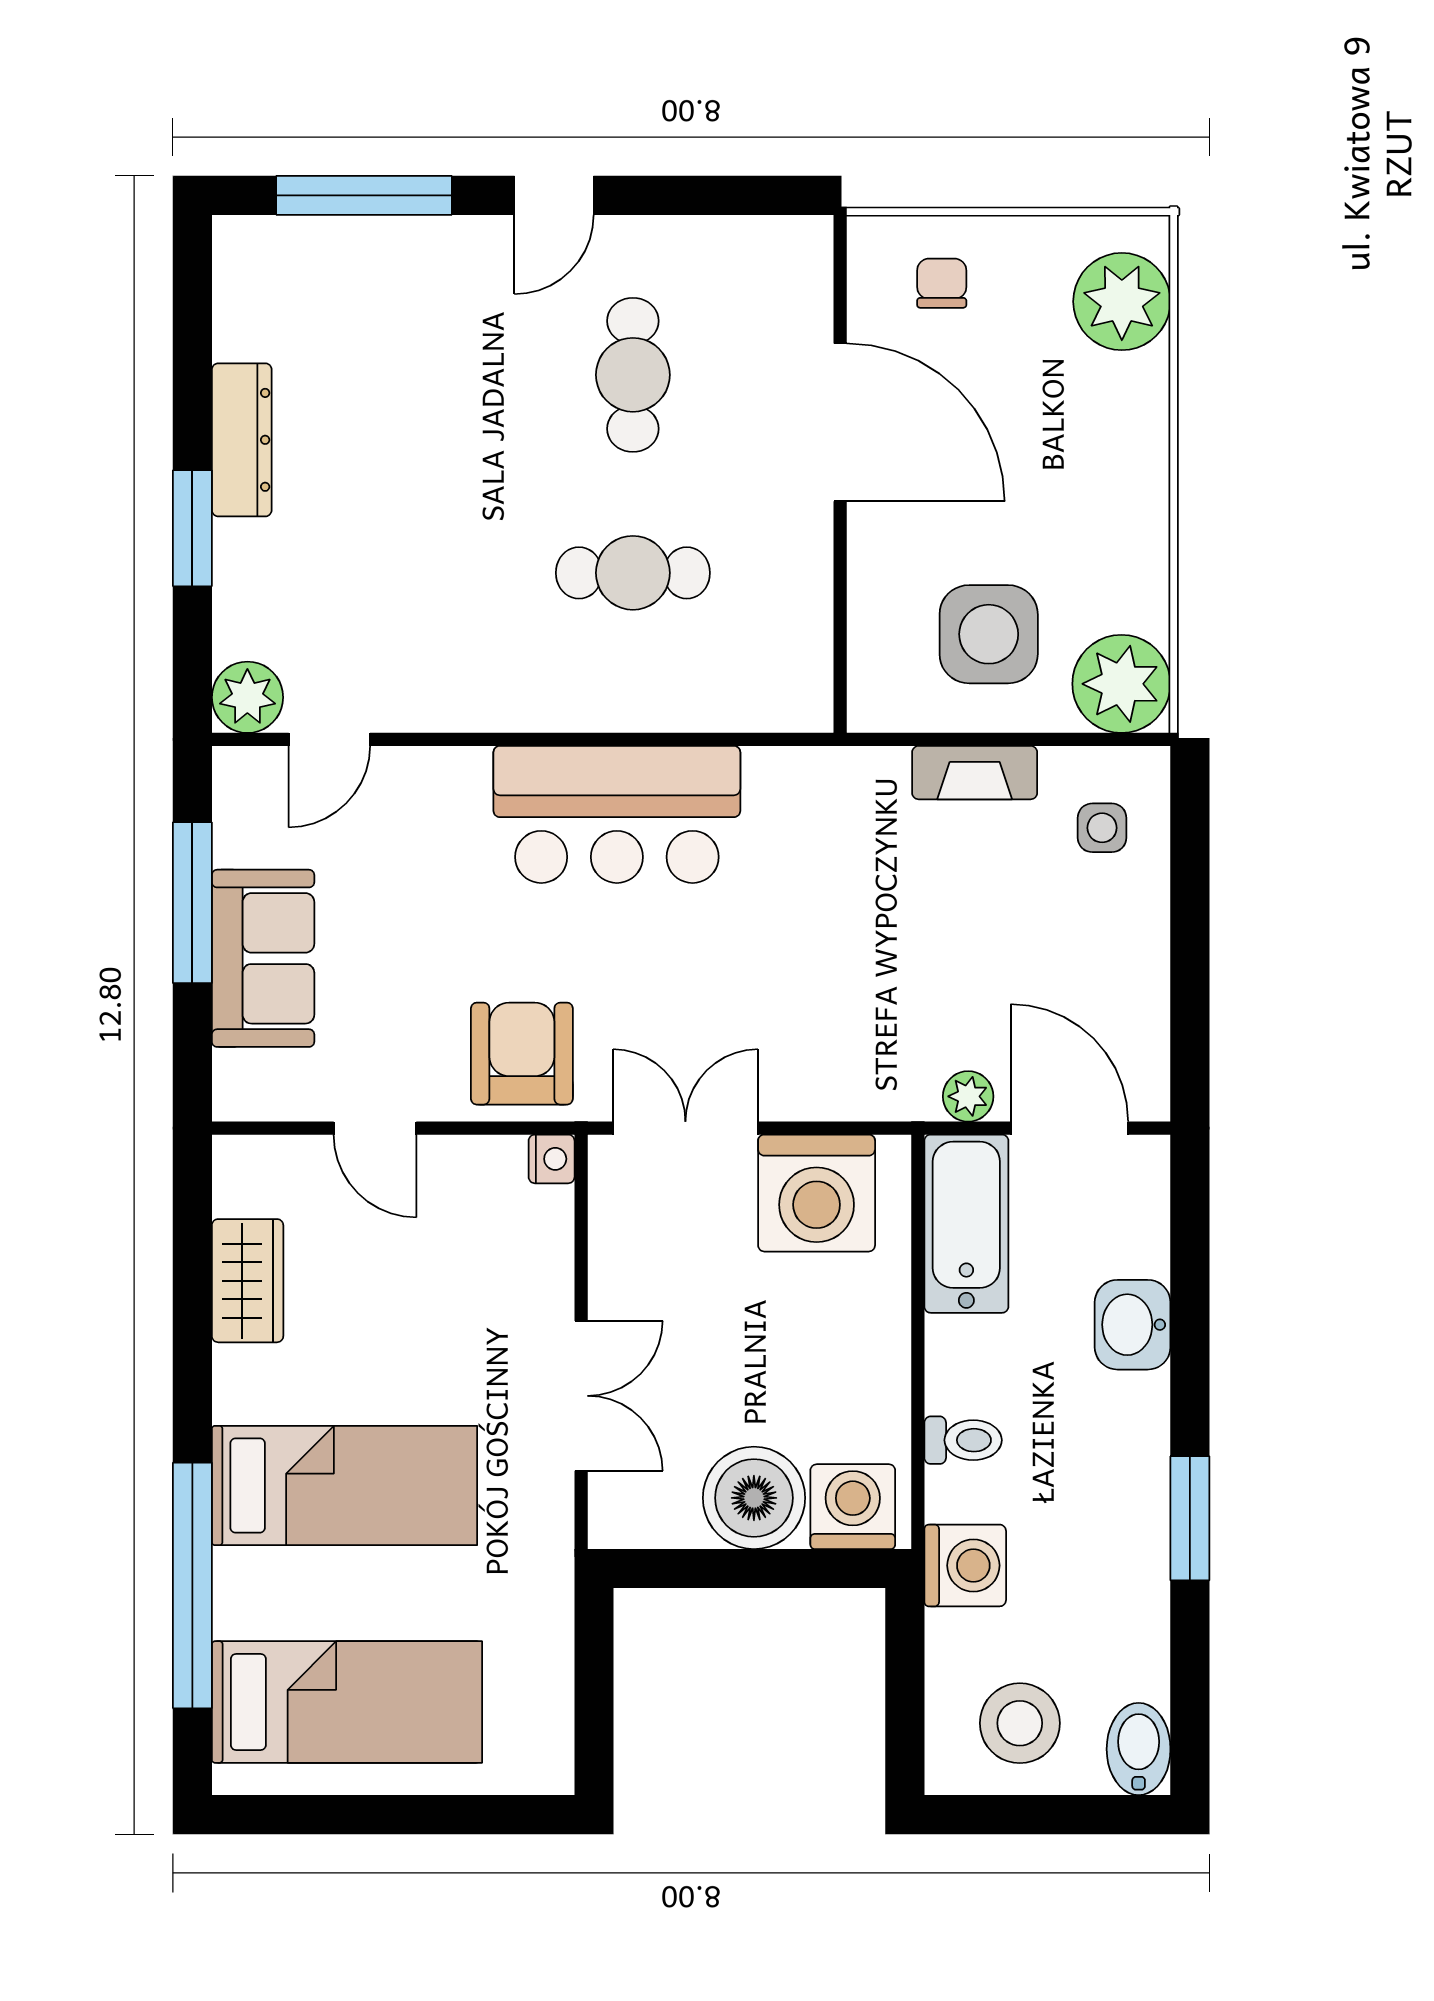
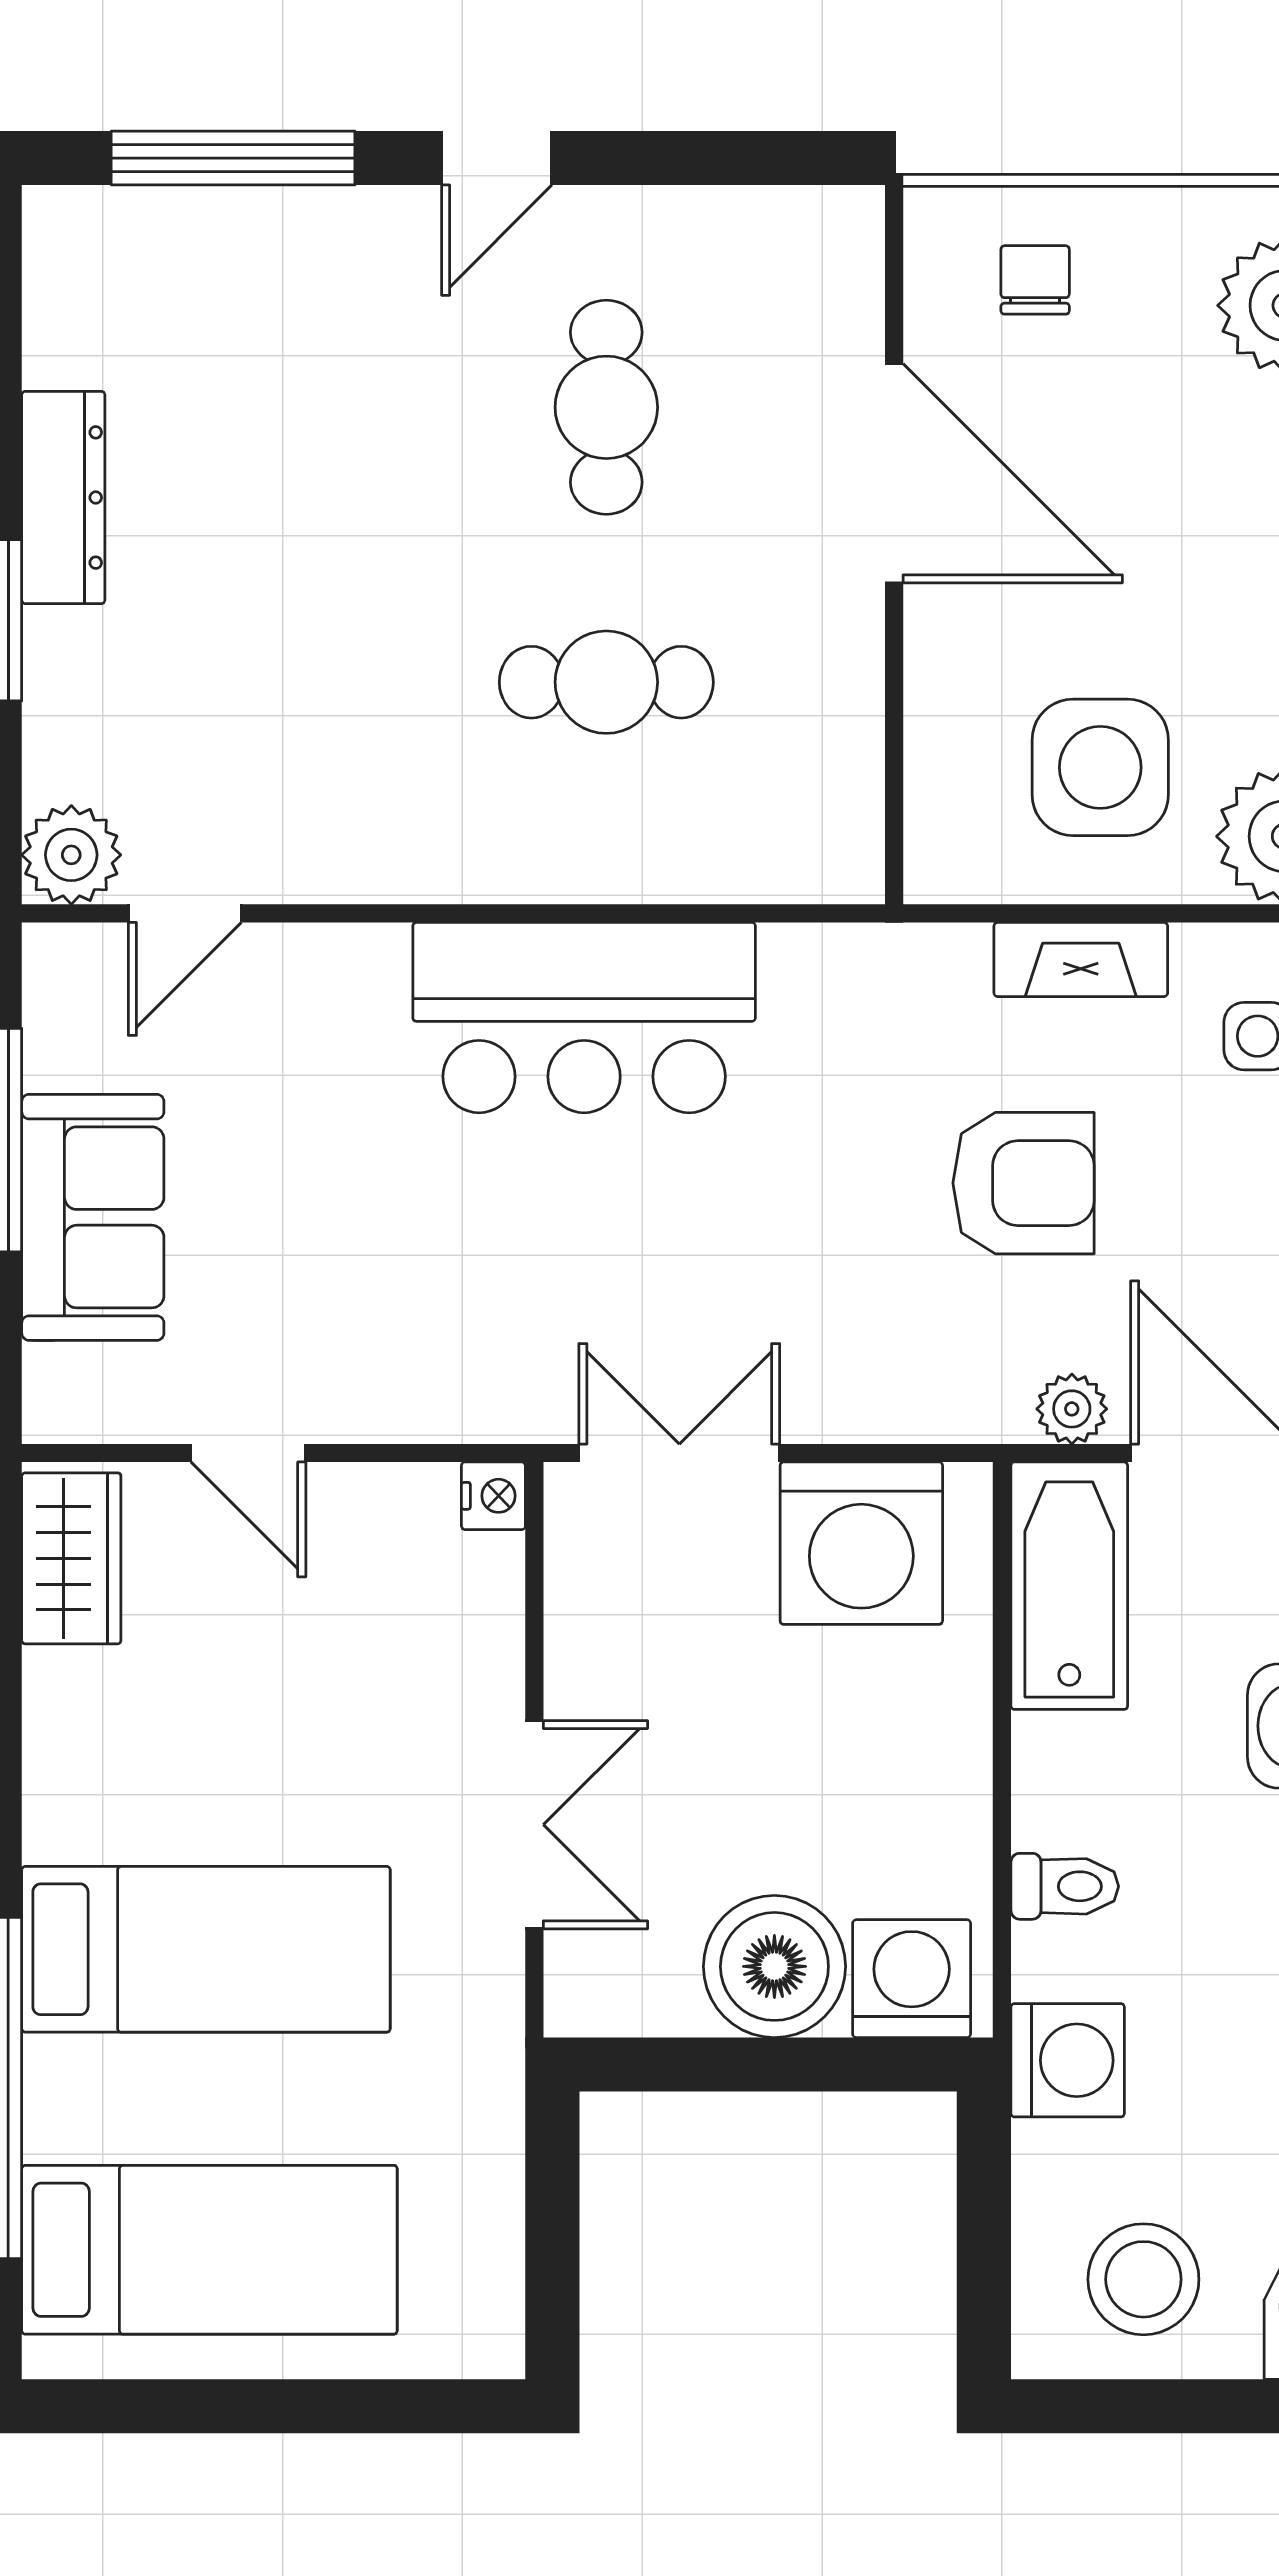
armchair: (522, 1054) -> (1024, 1183), moved, turned 90
wardrobe: (248, 1281) -> (71, 1558), moved

